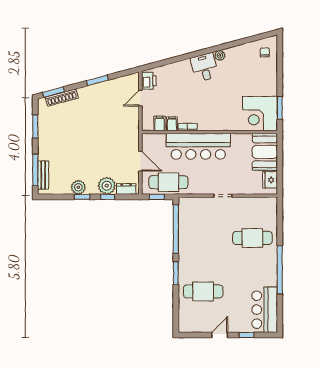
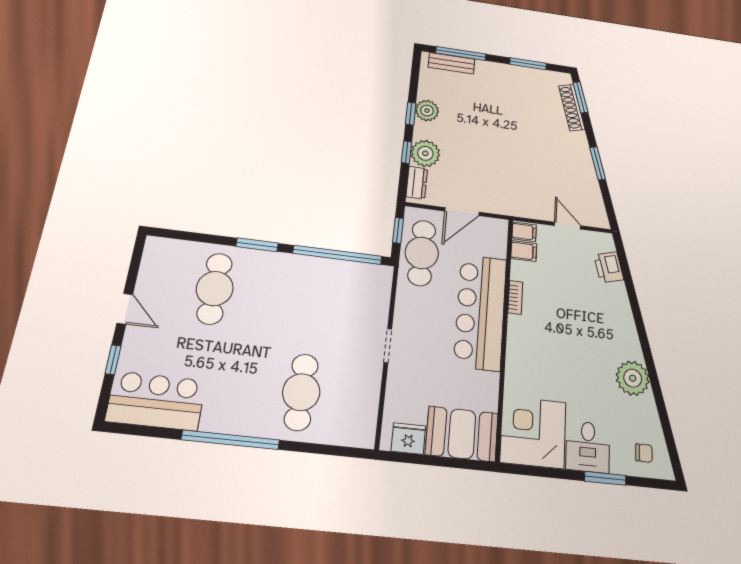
plant: (220, 55) -> (633, 378), width x1.88, depth x1.88
desk: (205, 67) -> (588, 447), moved, turned 105
printer: (149, 81) -> (609, 267), moved, turned 75
window: (280, 108) -> (605, 478), moved
filing cabinet: (172, 124) -> (524, 232), moved

